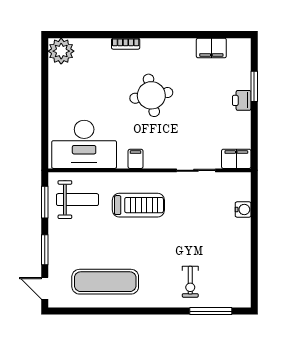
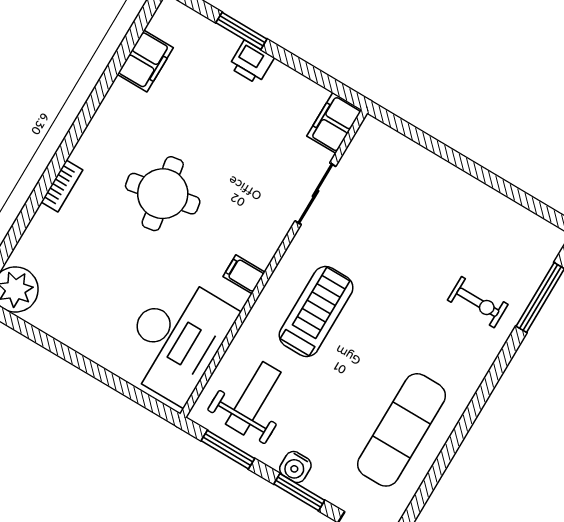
water cooler: (243, 209) -> (295, 467), moved, turned 180

